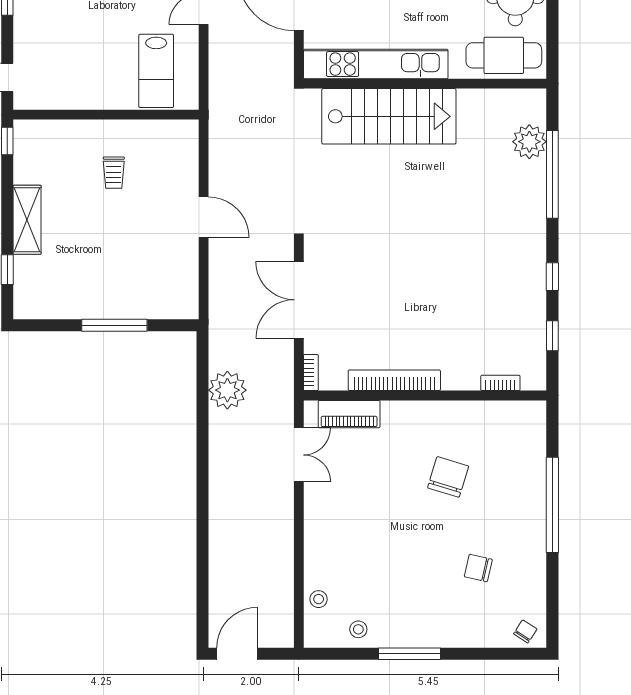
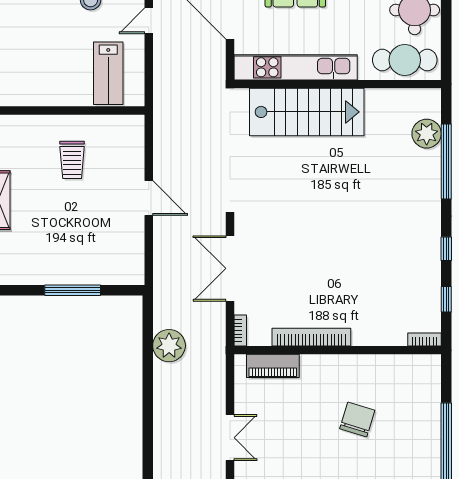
trolley: (114, 173) -> (72, 160), width x1.36, depth x1.39
bookcase: (500, 383) -> (425, 339), moved
double door: (299, 455) -> (230, 438), moved

